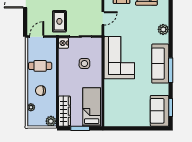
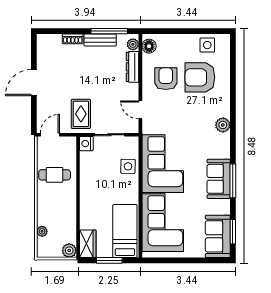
door: (103, 18) -> (140, 110), swing flipped
side table: (84, 63) -> (128, 166), moved
sofa: (160, 64) -> (219, 179), width x0.73
chair: (41, 91) -> (55, 209), removed
corner sofa: (119, 101) -> (163, 223), added
wardrobe: (64, 111) -> (88, 244), width x0.67

